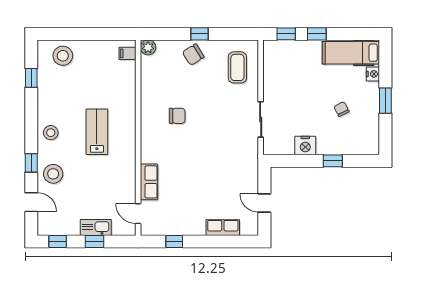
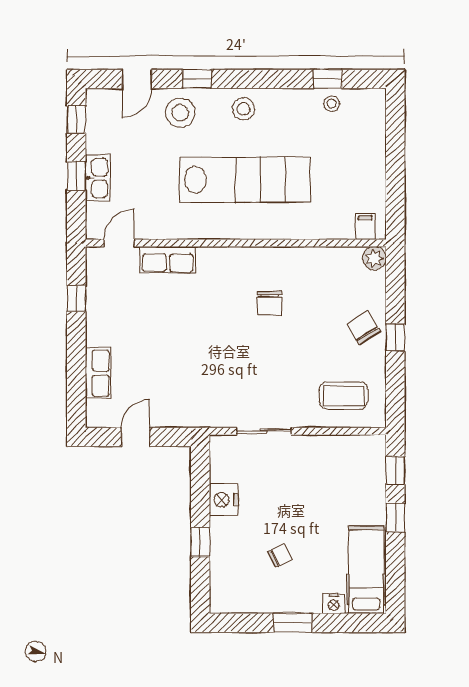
stool: (63, 56) -> (332, 104), moved, width x0.53, depth x0.53
lab bench: (97, 132) -> (245, 180), width x1.86, depth x1.39

